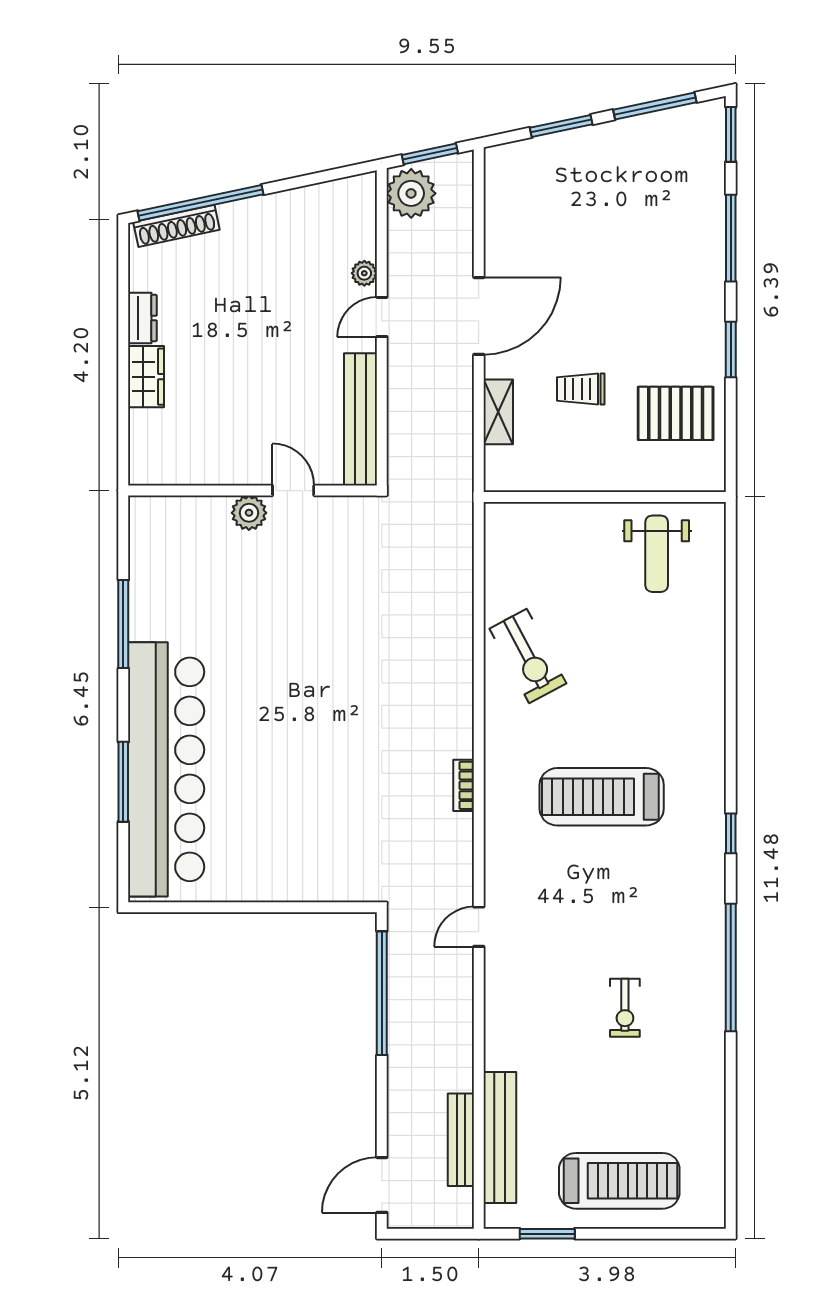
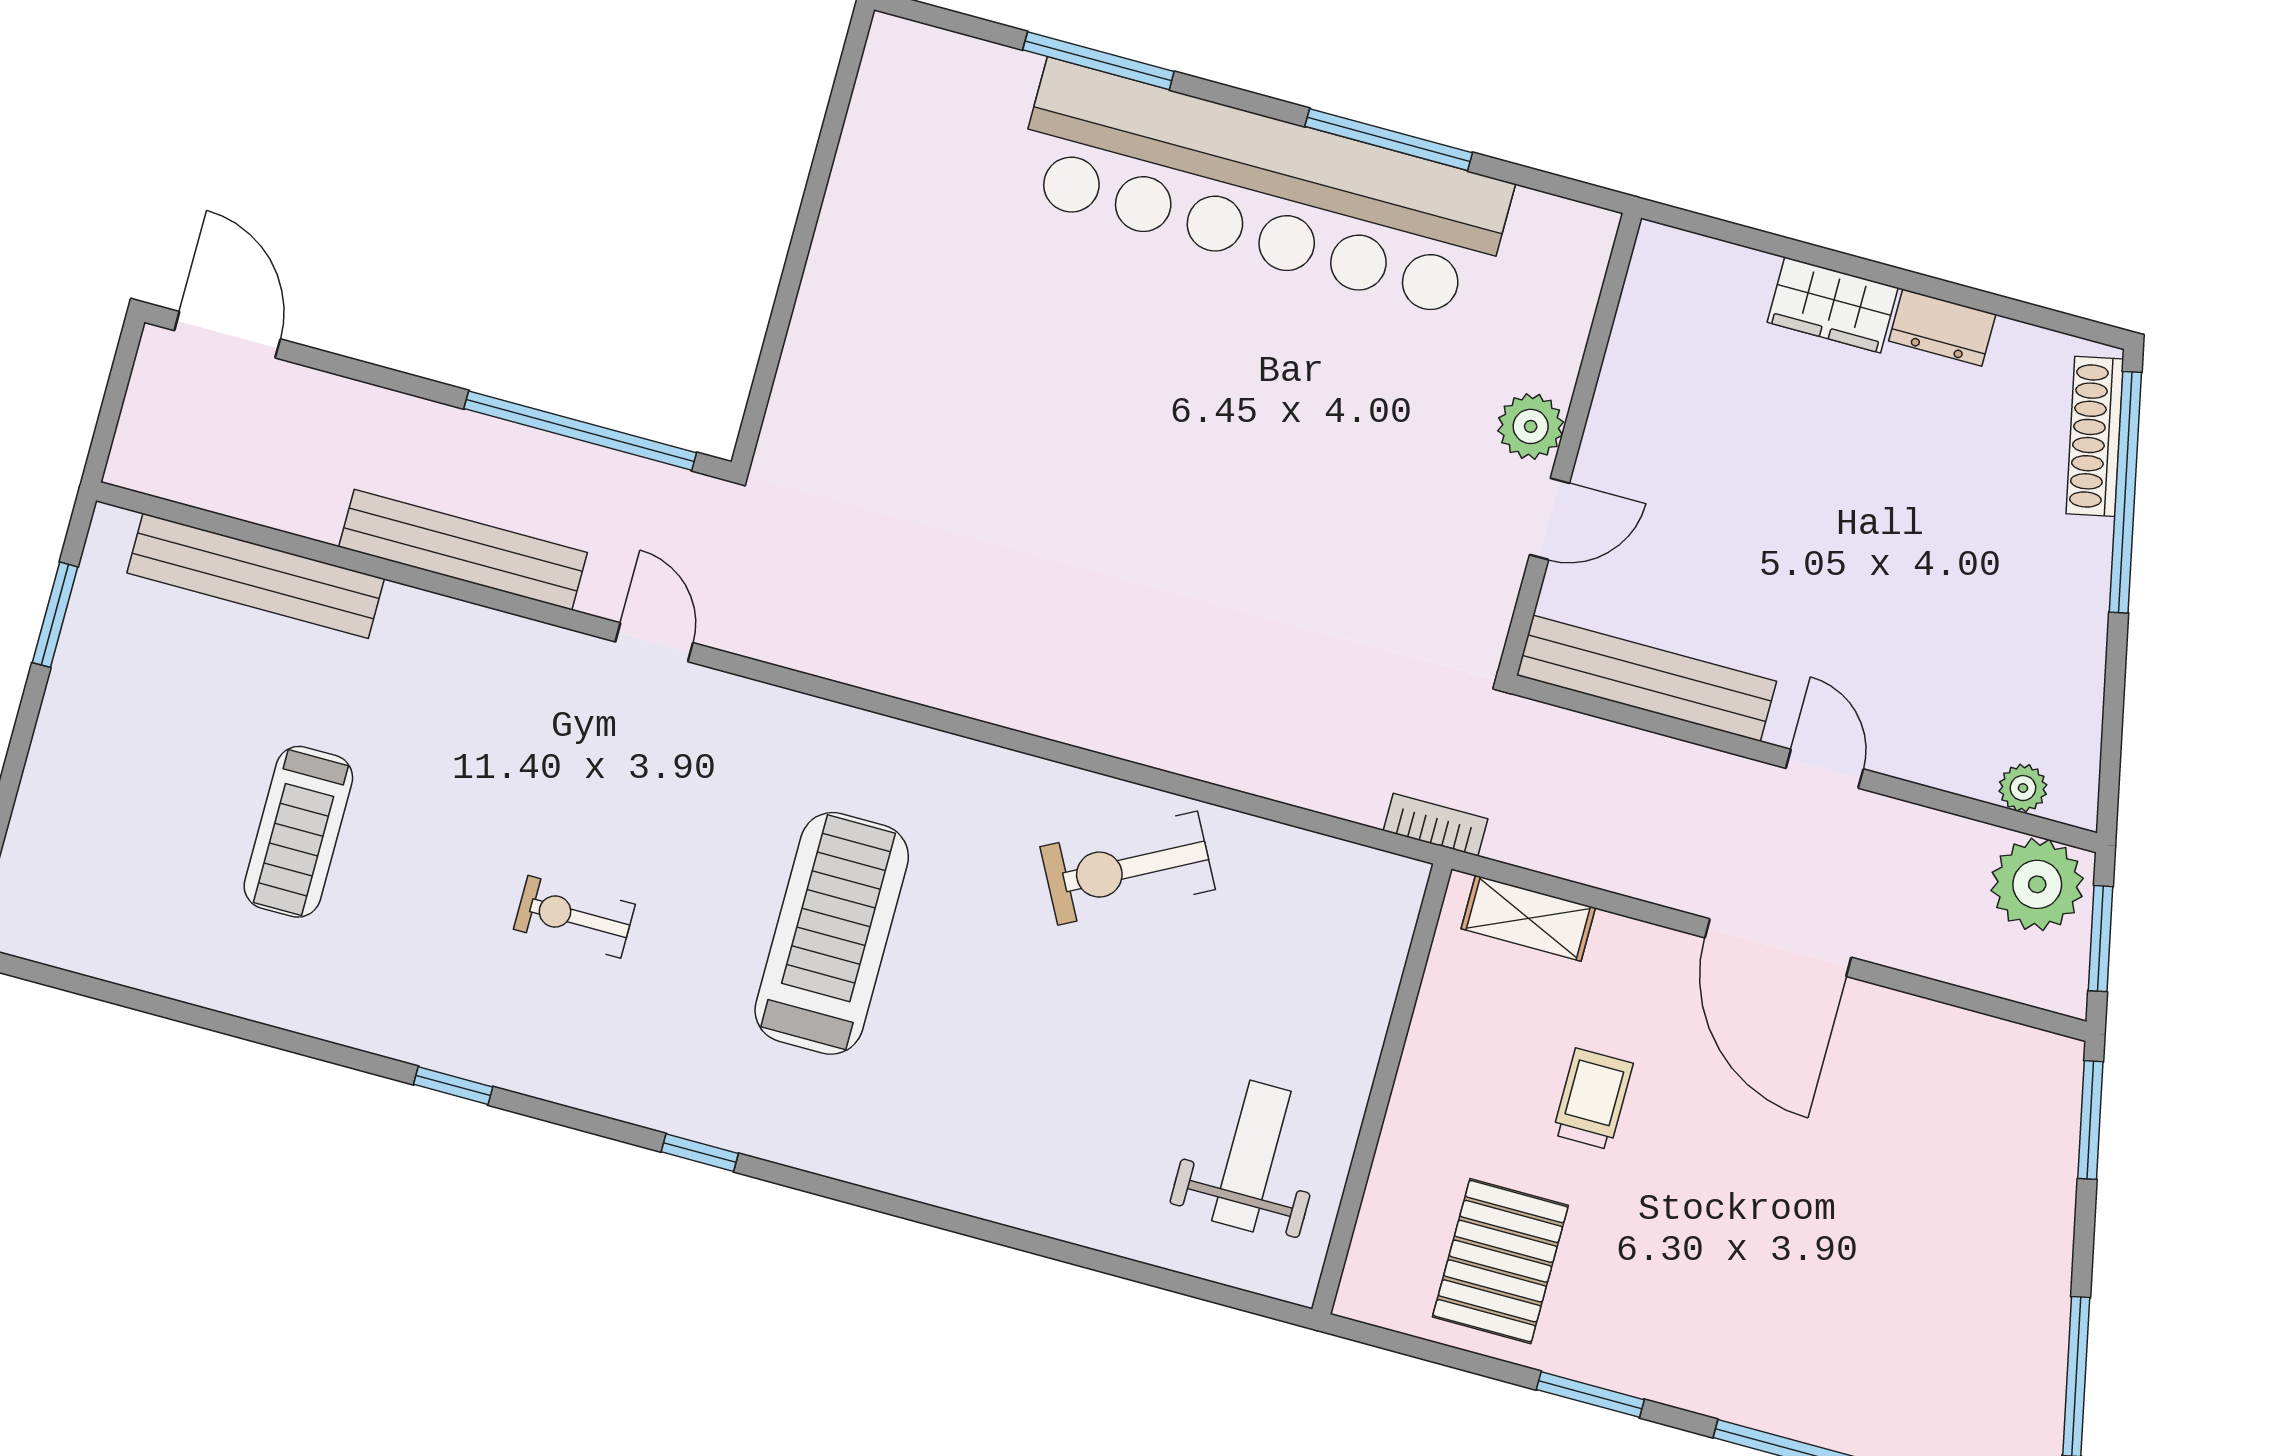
window: (561, 126) -> (2090, 1120), moved
plant: (364, 273) -> (2023, 788), moved
shelving: (498, 412) -> (1528, 918), moved
weight bench: (657, 554) -> (1251, 1156), turned 90
bar counter: (166, 769) -> (1263, 190), moved
bookcase: (464, 785) -> (1435, 825), moved
window: (731, 967) -> (453, 1086), width x0.32
exercise bike: (625, 1008) -> (574, 917), moved
bench: (461, 1140) -> (463, 550), moved, width x1.37, depth x1.21
treadmill: (619, 1181) -> (298, 832), moved, width x0.73, depth x0.73

